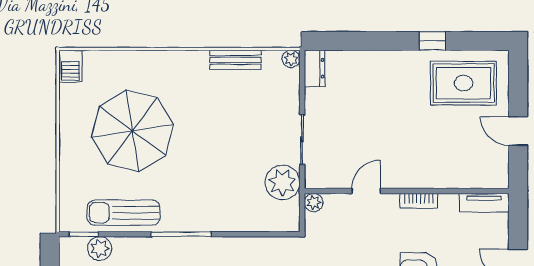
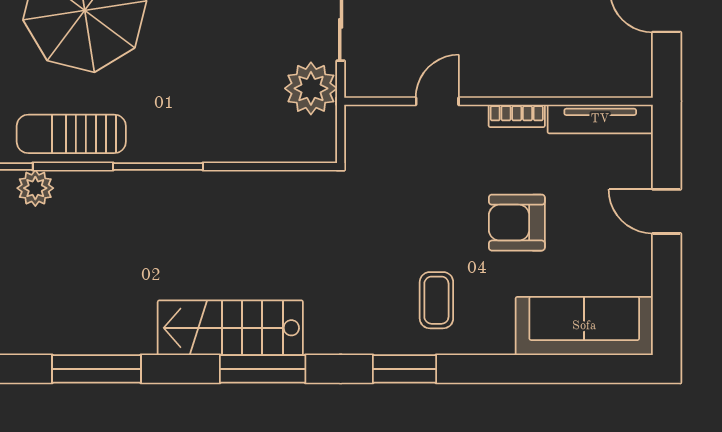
plant: (314, 203) -> (358, 119), removed
tv unit: (484, 203) -> (600, 119), width x1.41

